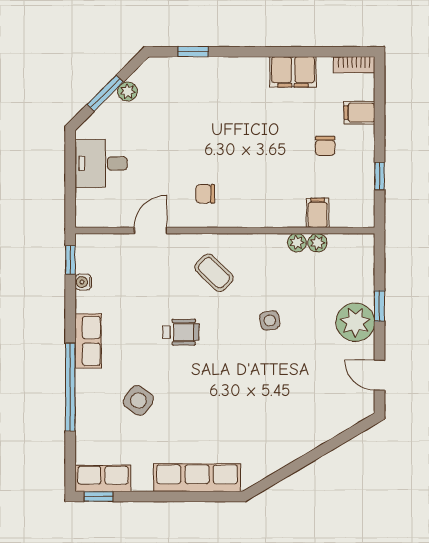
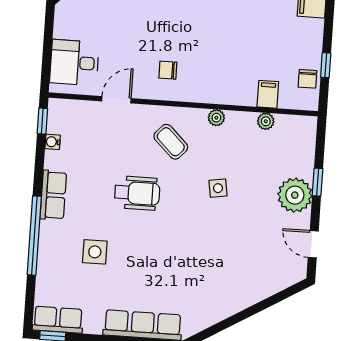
chair: (325, 146) -> (307, 79), moved
desk: (101, 163) -> (74, 63), moved
plant: (297, 243) -> (216, 118), moved
wheelchair: (181, 332) -> (137, 193), width x1.36, depth x1.37
side table: (138, 400) -> (95, 252), turned -36

